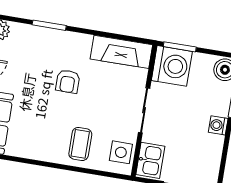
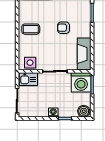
coffee table: (80, 144) -> (31, 29), moved

